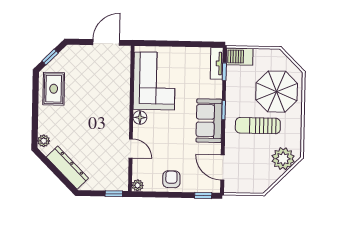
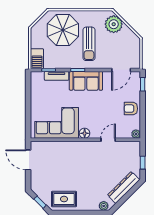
tv unit: (217, 63) -> (57, 76), moved
window: (114, 194) -> (143, 163), moved

